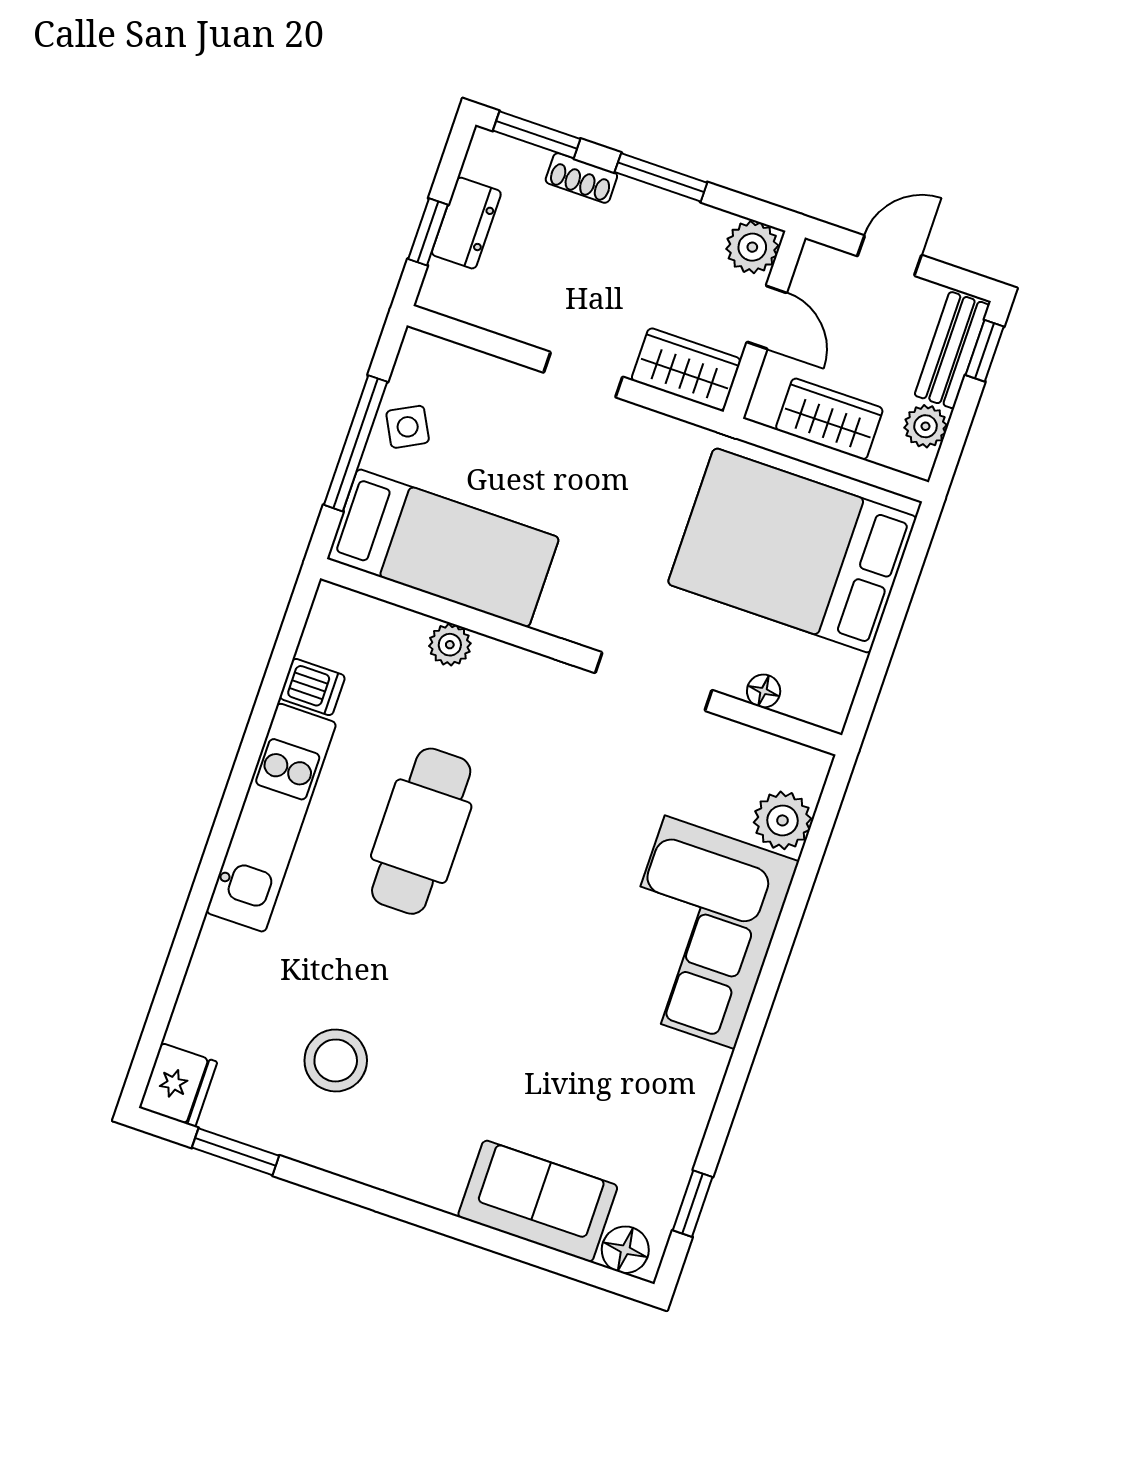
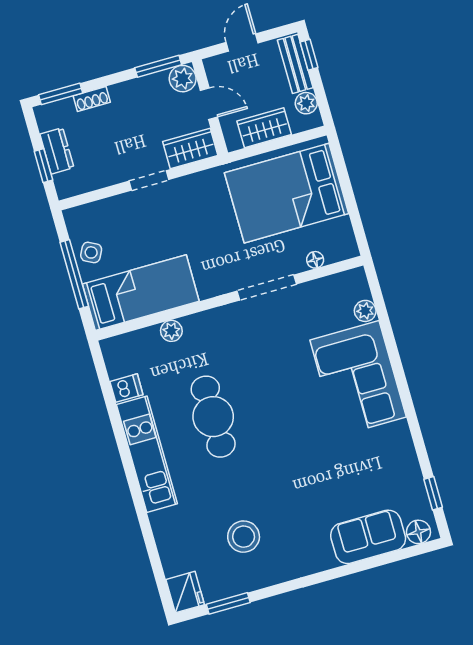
window: (661, 177) -> (158, 66), moved
side table: (408, 427) -> (91, 252), turned -35
plant: (782, 820) -> (365, 311), width x0.73, depth x0.73

